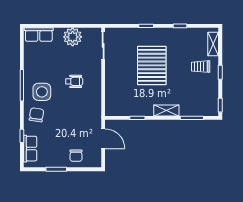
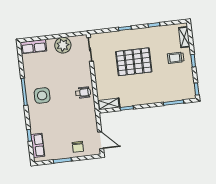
pallet: (152, 65) -> (134, 62), turned 90
wheelchair: (74, 81) -> (83, 93), moved
shelving: (166, 110) -> (109, 104), moved
chair: (36, 115) -> (40, 116), removed
door: (103, 139) -> (101, 140), moved

